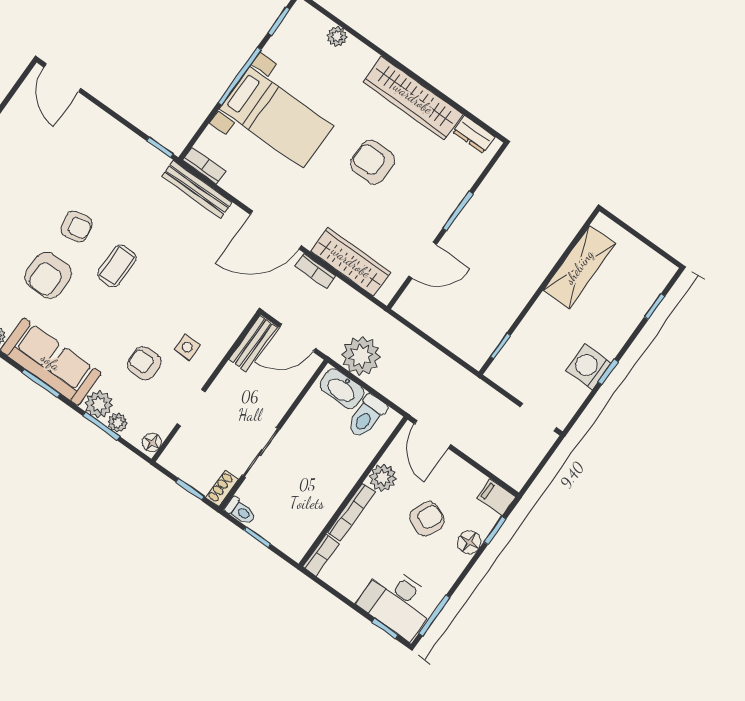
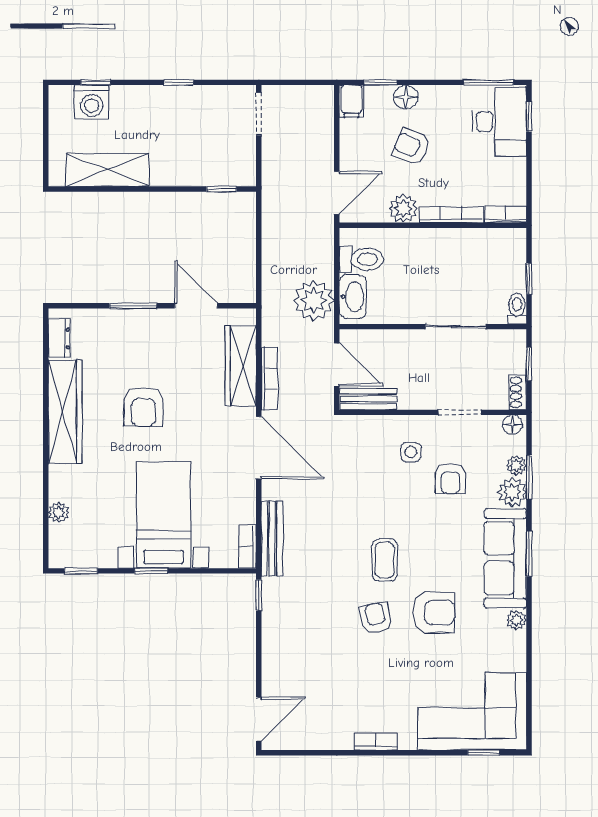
window: (239, 76) -> (151, 571), width x0.46
coffee table: (117, 266) -> (385, 560), turned 90
bookcase: (315, 271) -> (269, 379), width x1.56
washing machine: (588, 367) -> (92, 102), moved
shoe rack: (222, 489) -> (518, 392), moved, turned 90

